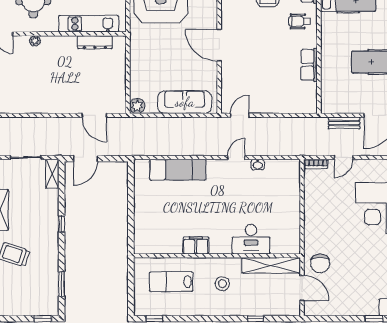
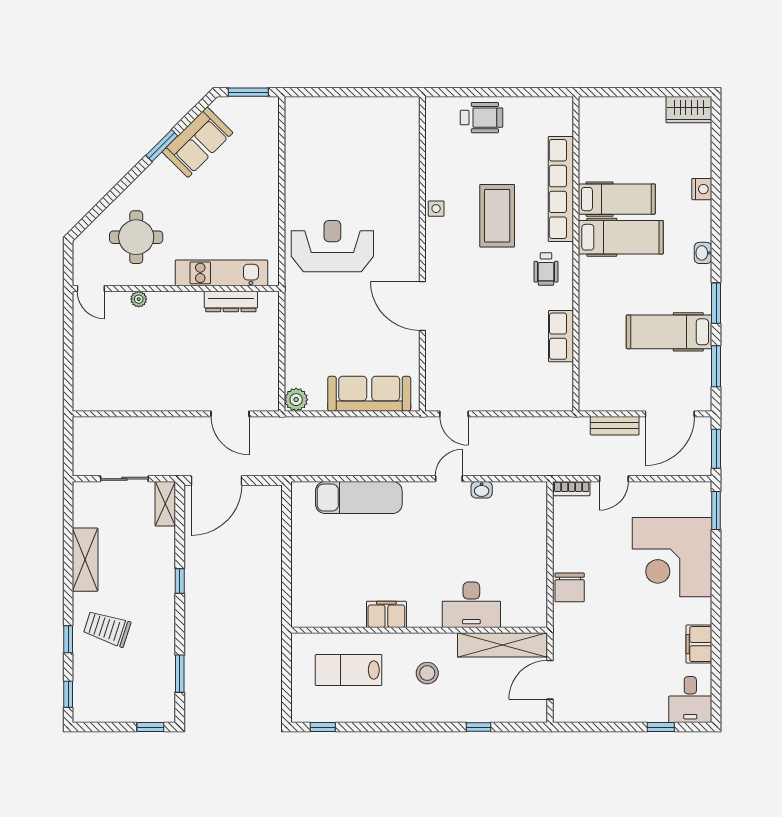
wheelchair: (299, 21) -> (546, 269), turned -90
door: (240, 115) -> (454, 414), swing flipped
door: (85, 159) -> (216, 480), width x1.36
chair: (320, 263) -> (570, 587), moved
door: (302, 288) -> (550, 680), swing flipped

